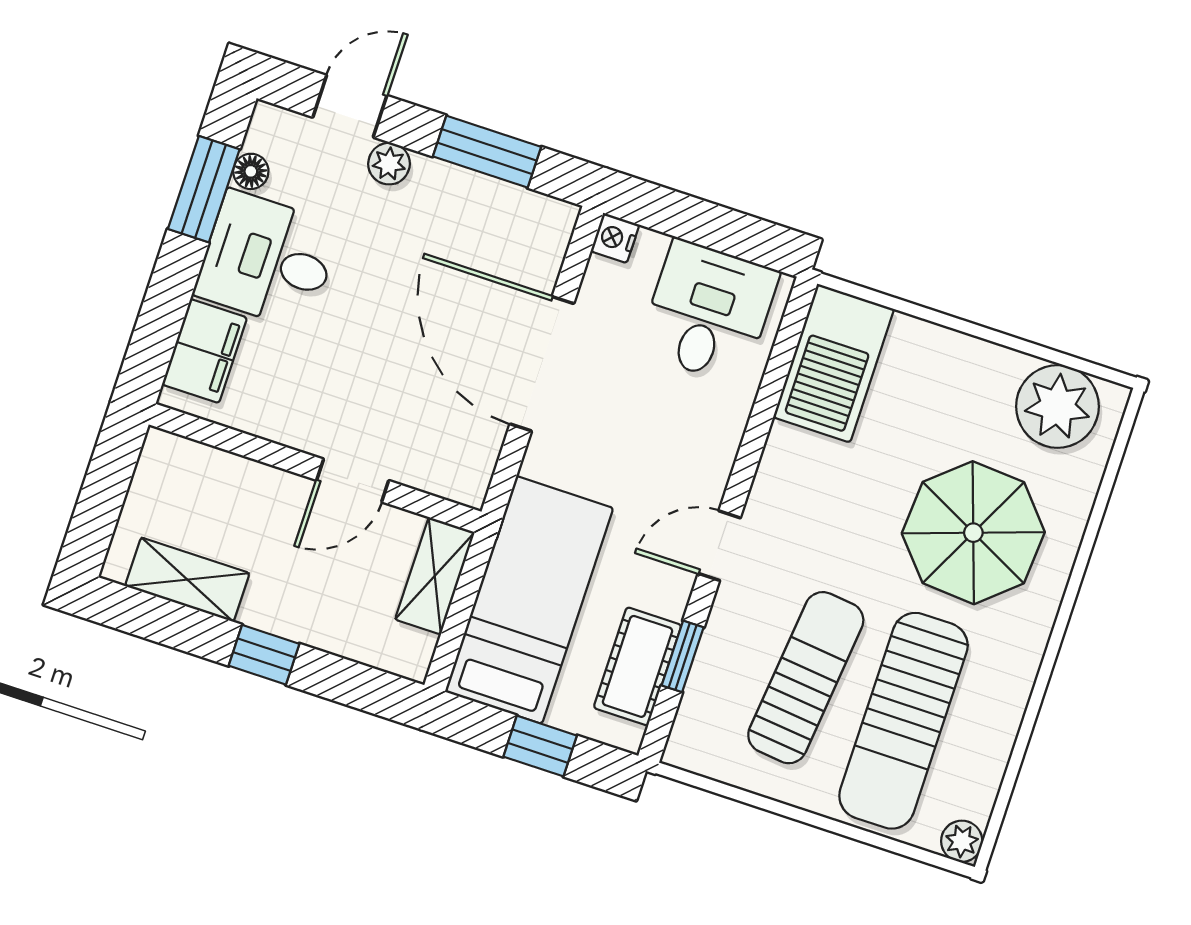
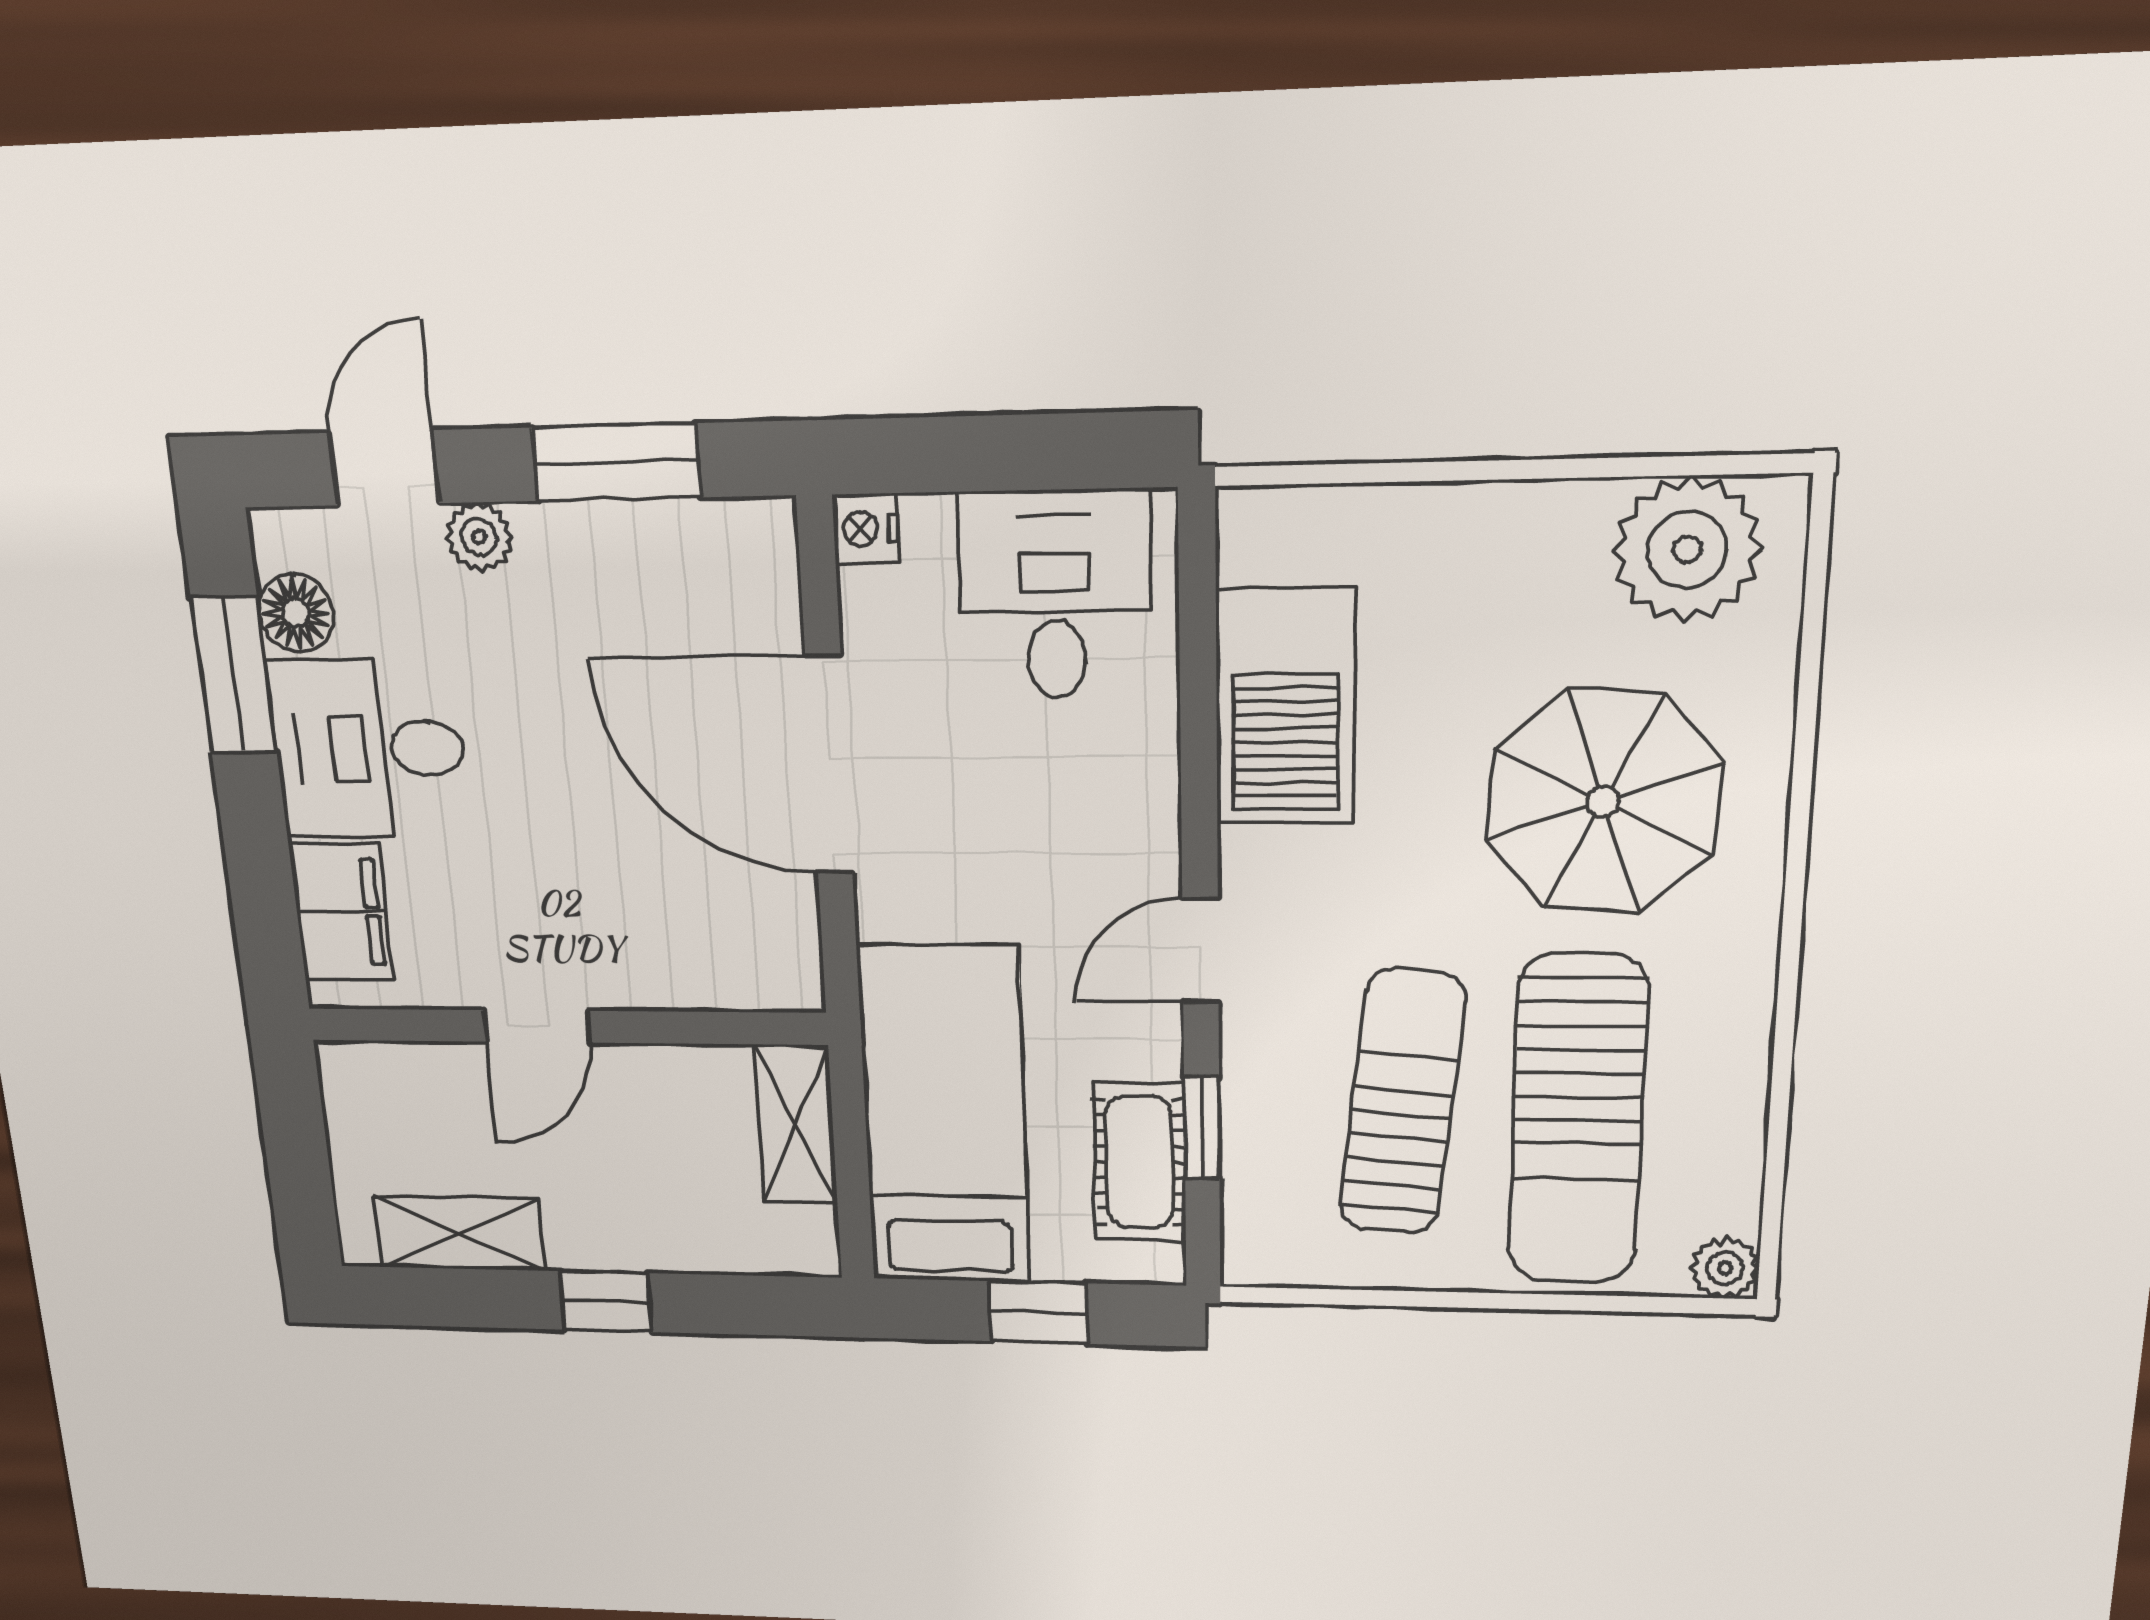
floor lamp: (251, 171) -> (296, 613), width x1.37, depth x1.37
barbecue: (834, 363) -> (1285, 707), moved
door: (353, 480) -> (537, 1026), moved

